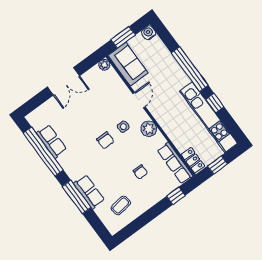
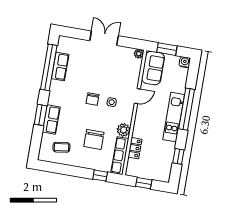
double door: (63, 81) -> (104, 38), swing flipped
window: (215, 103) -> (178, 156), moved
kitchen unit: (209, 117) -> (174, 117), moved, width x0.73
plant: (149, 129) -> (124, 130), moved
locker: (193, 160) -> (135, 148), moved
chair: (140, 172) -> (94, 139), width x1.87, depth x1.87
window: (77, 197) -> (41, 115), width x0.69

